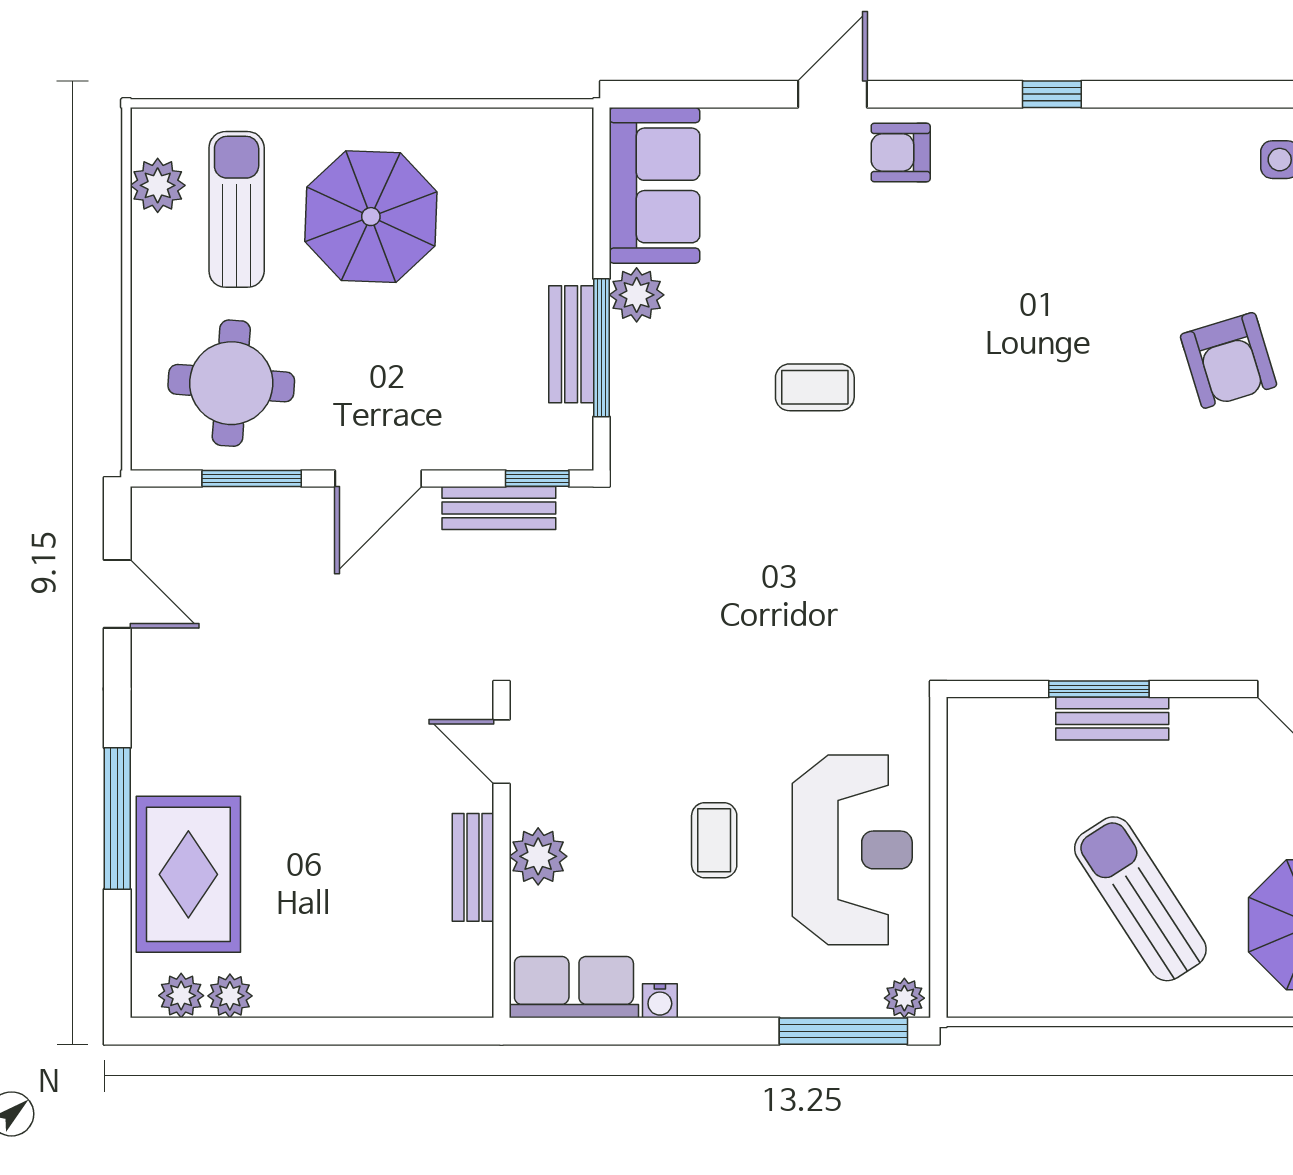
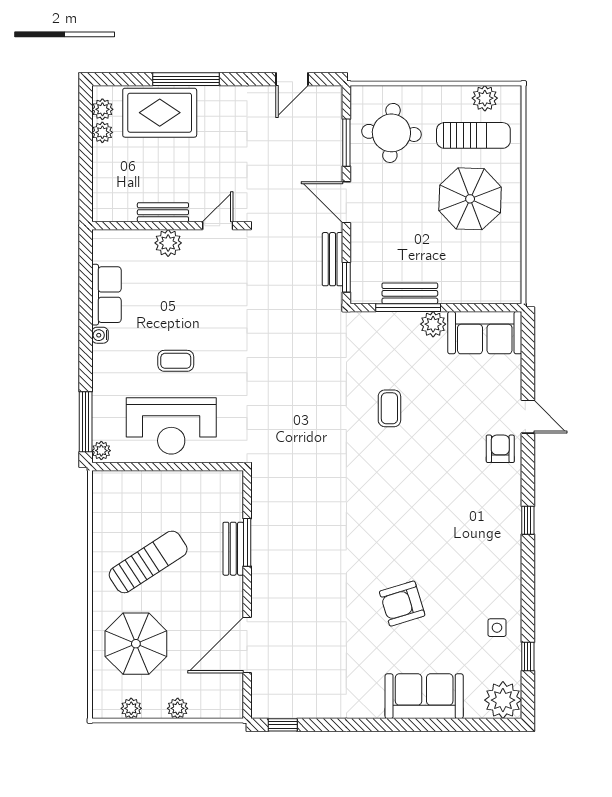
door: (501, 752) -> (218, 226), moved
plant: (538, 856) -> (168, 243), moved
wall: (501, 857) -> (168, 226), moved
bench: (473, 867) -> (163, 212), moved

